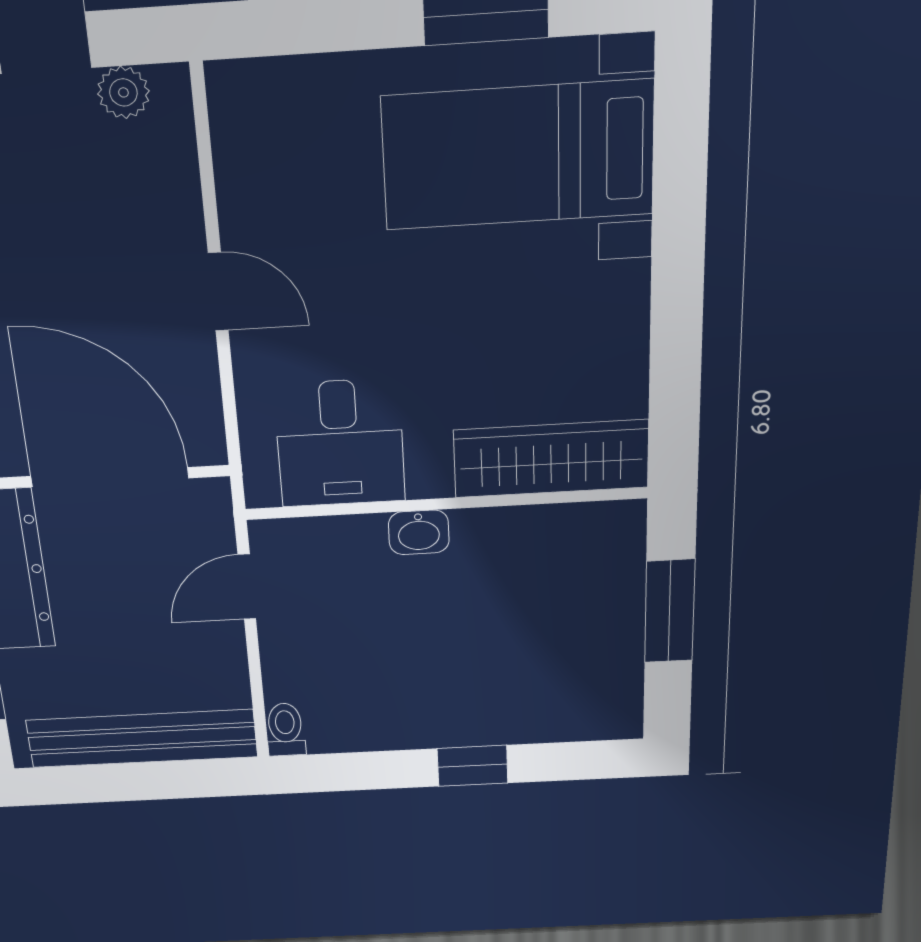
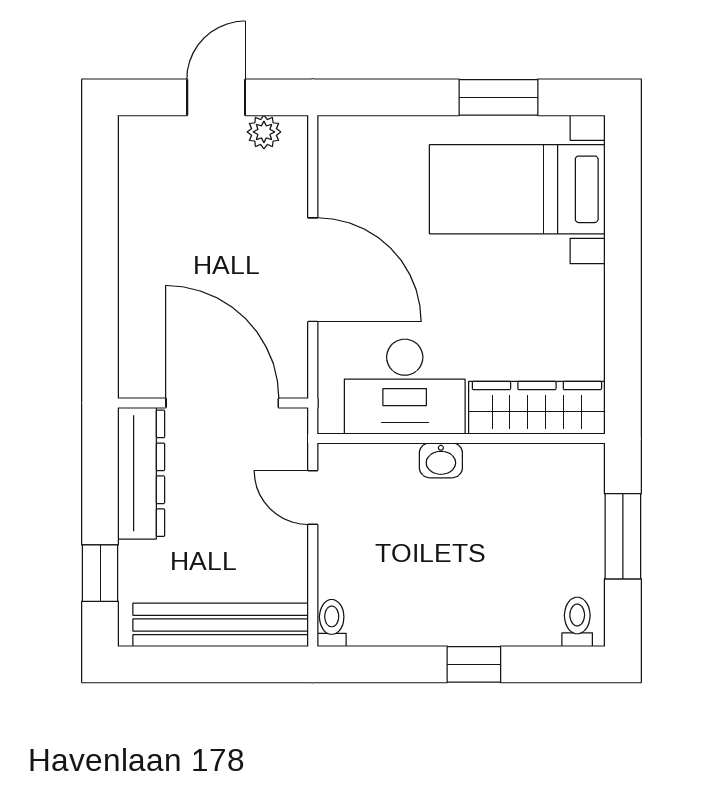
door: (218, 292) -> (313, 270), width x1.87
desk: (340, 443) -> (405, 387), width x1.37
door: (247, 587) -> (313, 497), hinge flipped
toilet: (607, 713) -> (577, 622), added

